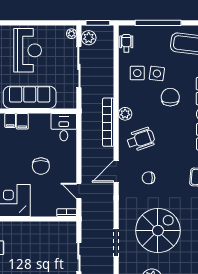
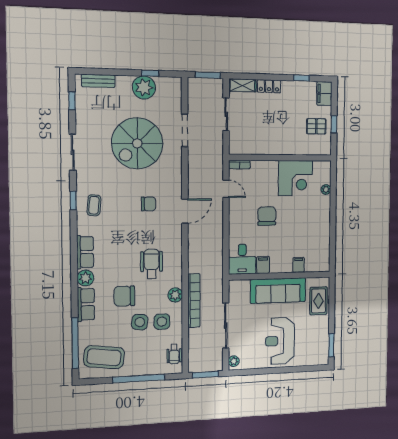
plant: (89, 38) -> (215, 358), removed
chair: (170, 97) -> (124, 296), turned 90
plant: (125, 114) -> (175, 295), moved
filing cabinet: (22, 121) -> (263, 265), moved
bookcase: (108, 122) -> (194, 300), moved
wheelchair: (141, 139) -> (152, 264), moved, turned 109

